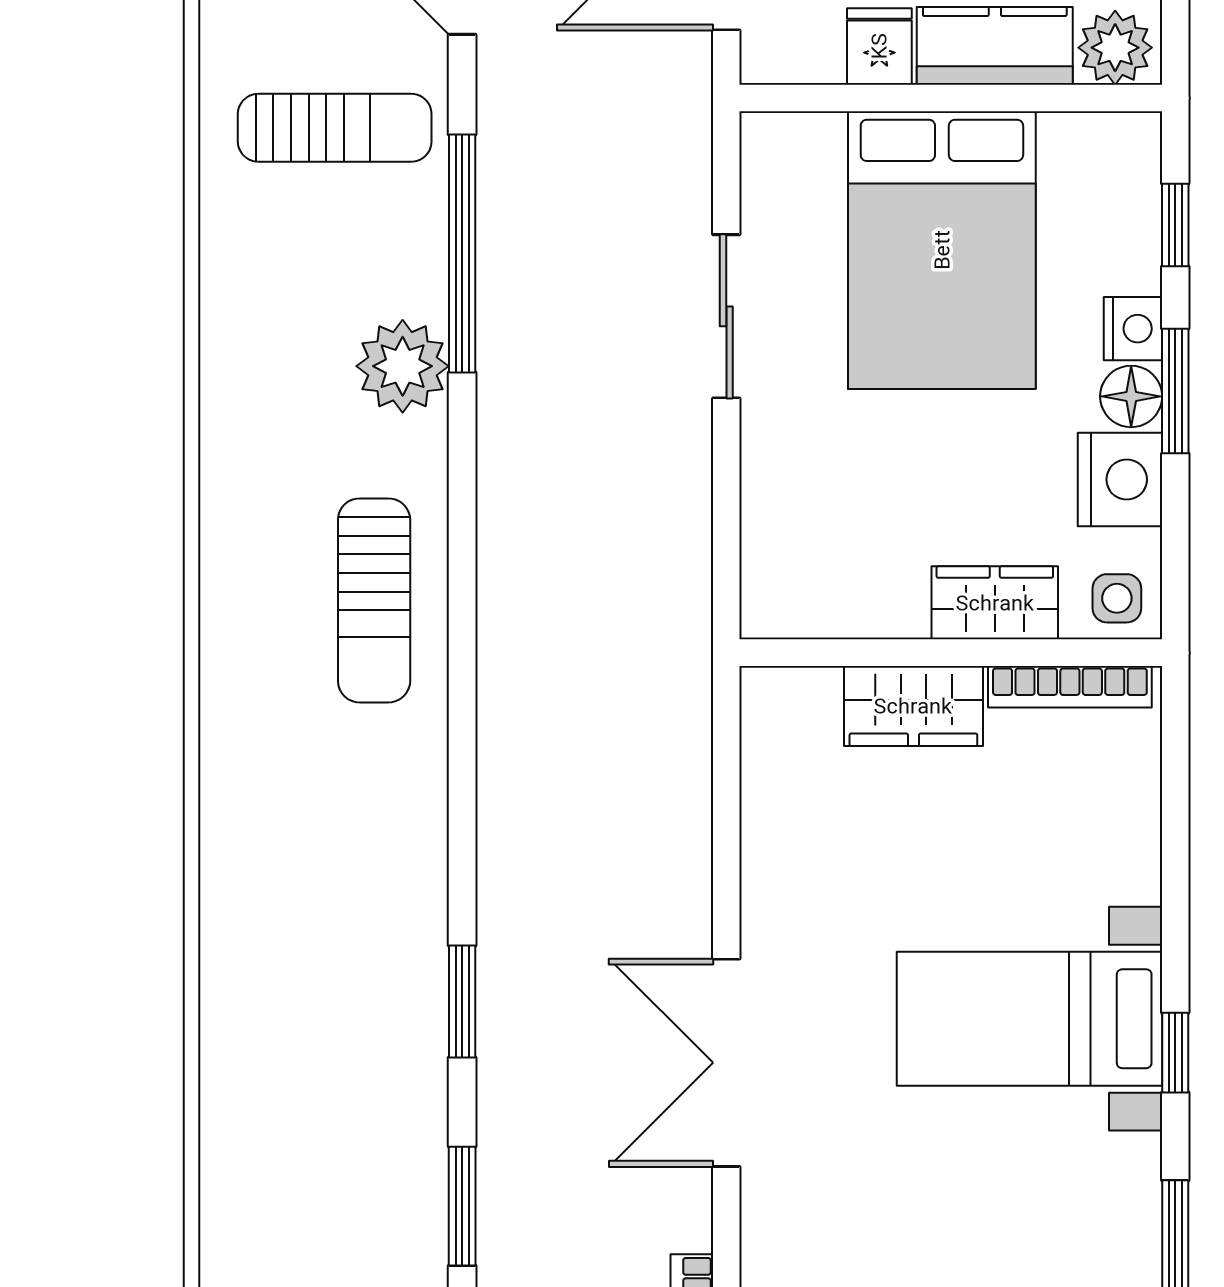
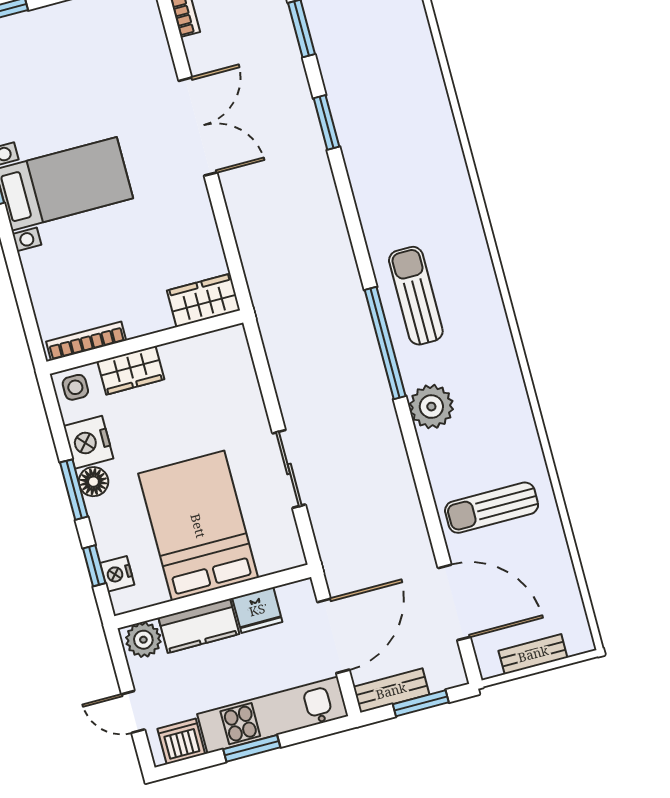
fridge: (879, 46) -> (257, 610), width x1.38
window: (462, 253) -> (385, 343), moved
nightstand: (1133, 329) -> (117, 574), moved
wardrobe: (913, 706) -> (204, 300), moved

